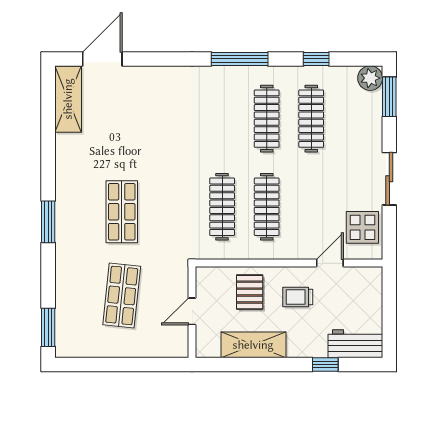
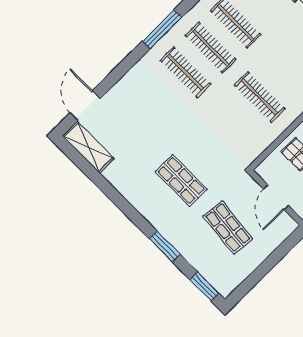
clothes rail: (222, 207) -> (186, 72), moved
window: (48, 222) -> (165, 247), moved
door: (192, 311) -> (276, 197), width x1.38

